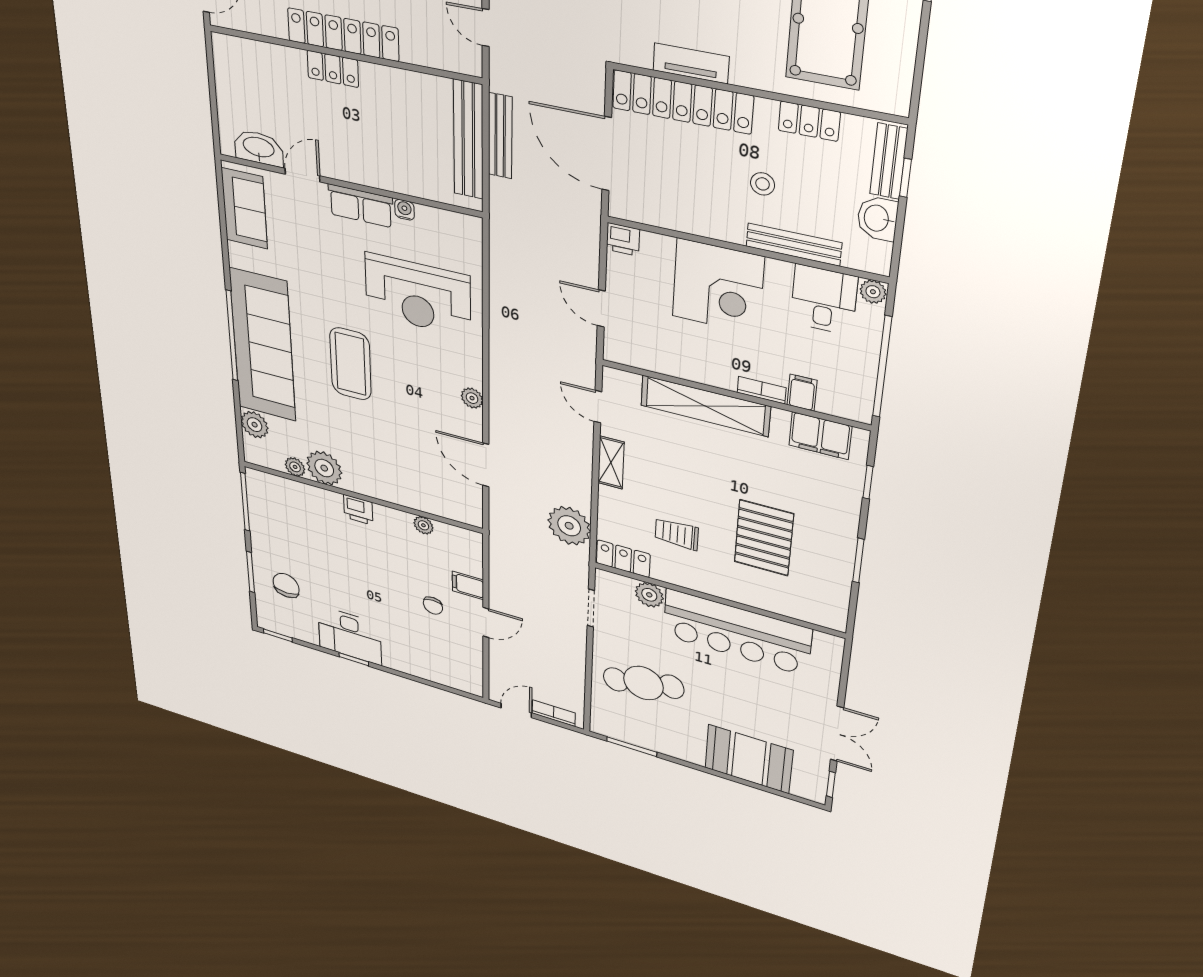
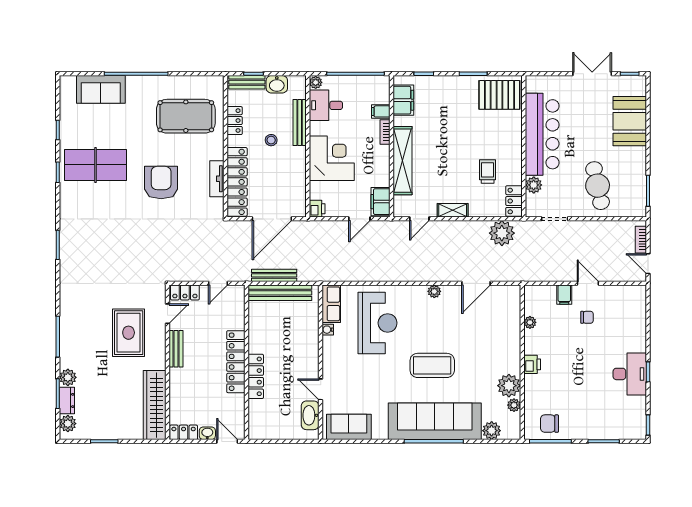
locker: (333, 69) -> (256, 376), width x1.53
row of seats: (361, 206) -> (331, 304), moved
filing cabinet: (631, 351) -> (380, 202), added
trolley: (677, 534) -> (488, 171), turned 180
pallet: (764, 538) -> (499, 95), moved
chair: (286, 585) -> (549, 424), moved

